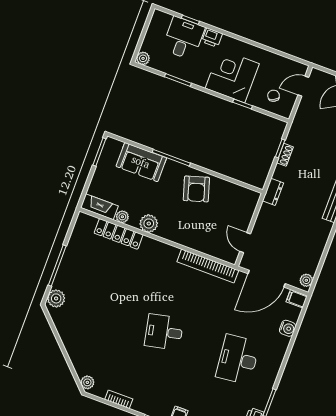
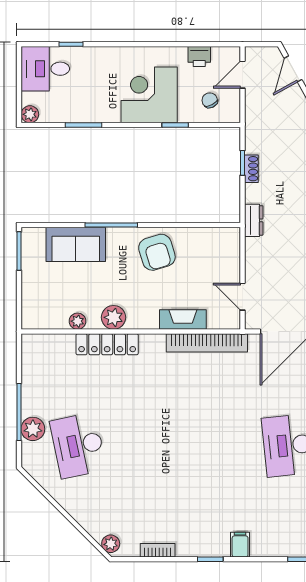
desk: (183, 38) -> (45, 69), moved, turned -90
printer: (212, 38) -> (199, 56), moved
fireplace: (99, 207) -> (183, 319), moved
locker: (119, 234) -> (107, 344), moved
plant: (56, 298) -> (33, 429), moved
desk: (164, 332) -> (78, 445), moved, width x1.37

